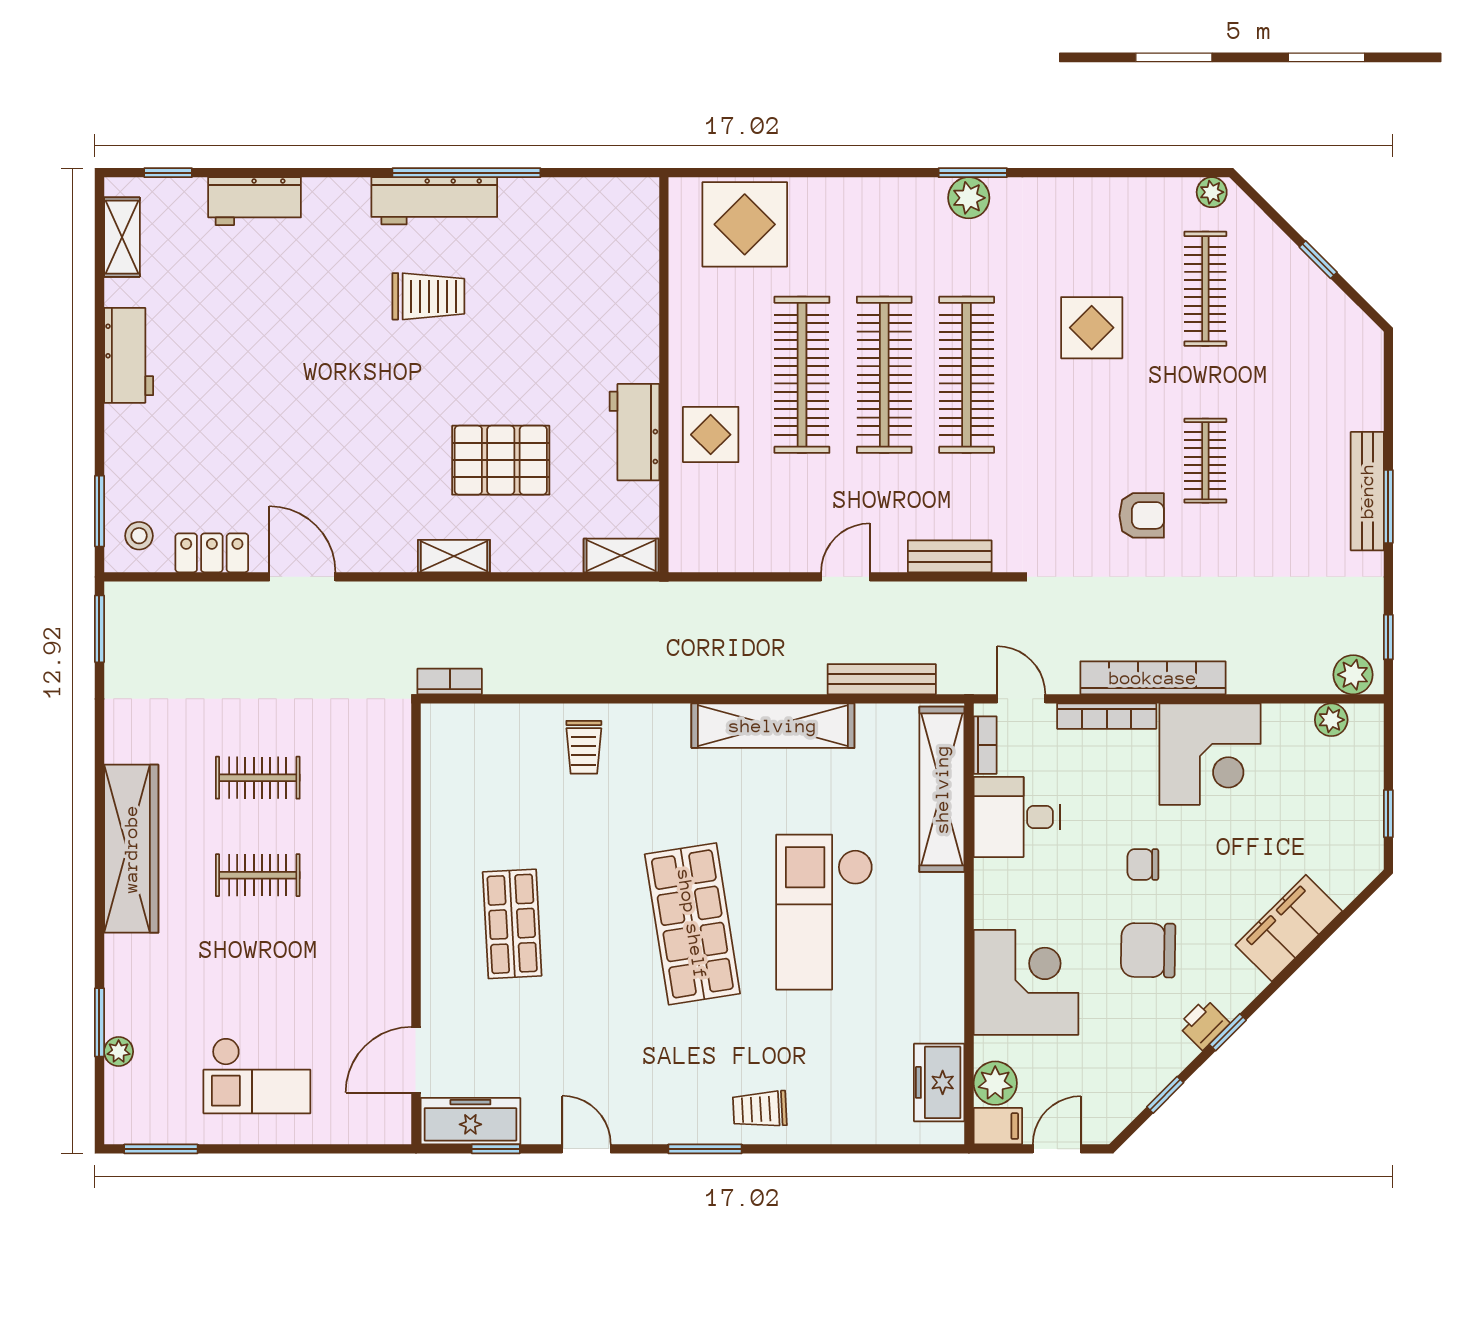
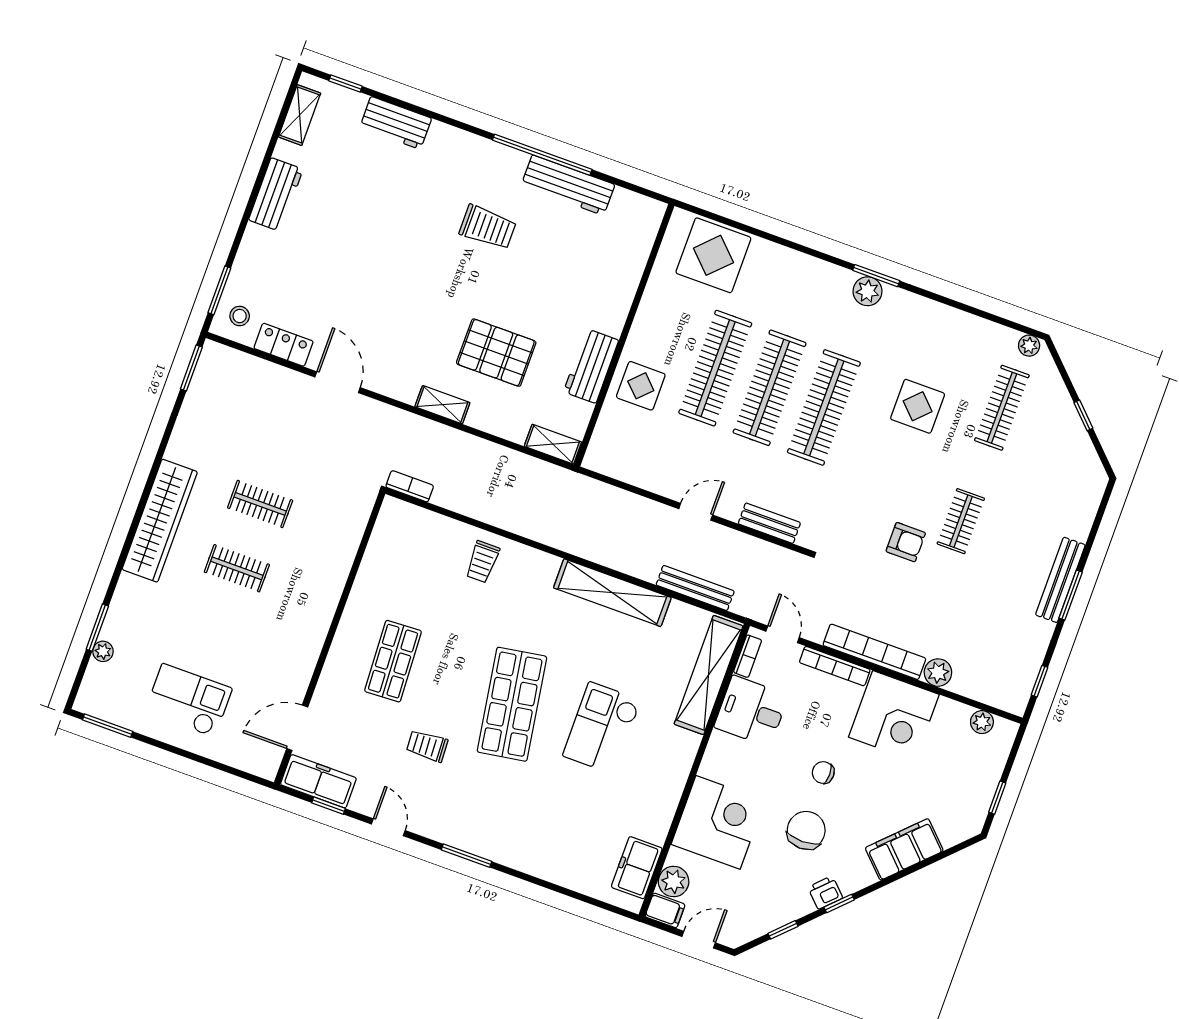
workbench: (434, 201) -> (568, 185), moved
plant: (1353, 675) -> (938, 673), moved
checkout: (824, 912) -> (602, 728), width x0.73, depth x0.83
chair: (1148, 950) -> (806, 830), turned 89
checkout: (257, 1076) -> (188, 700), turned 180
trolley: (760, 1109) -> (427, 746), moved

